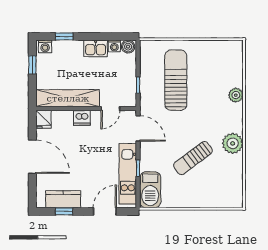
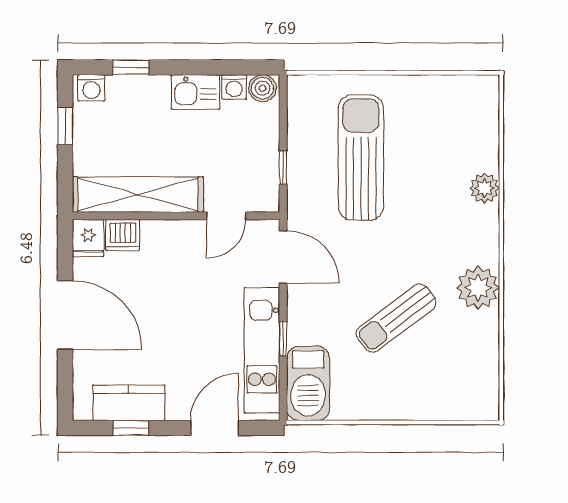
dishwasher: (82, 118) -> (123, 235), moved

